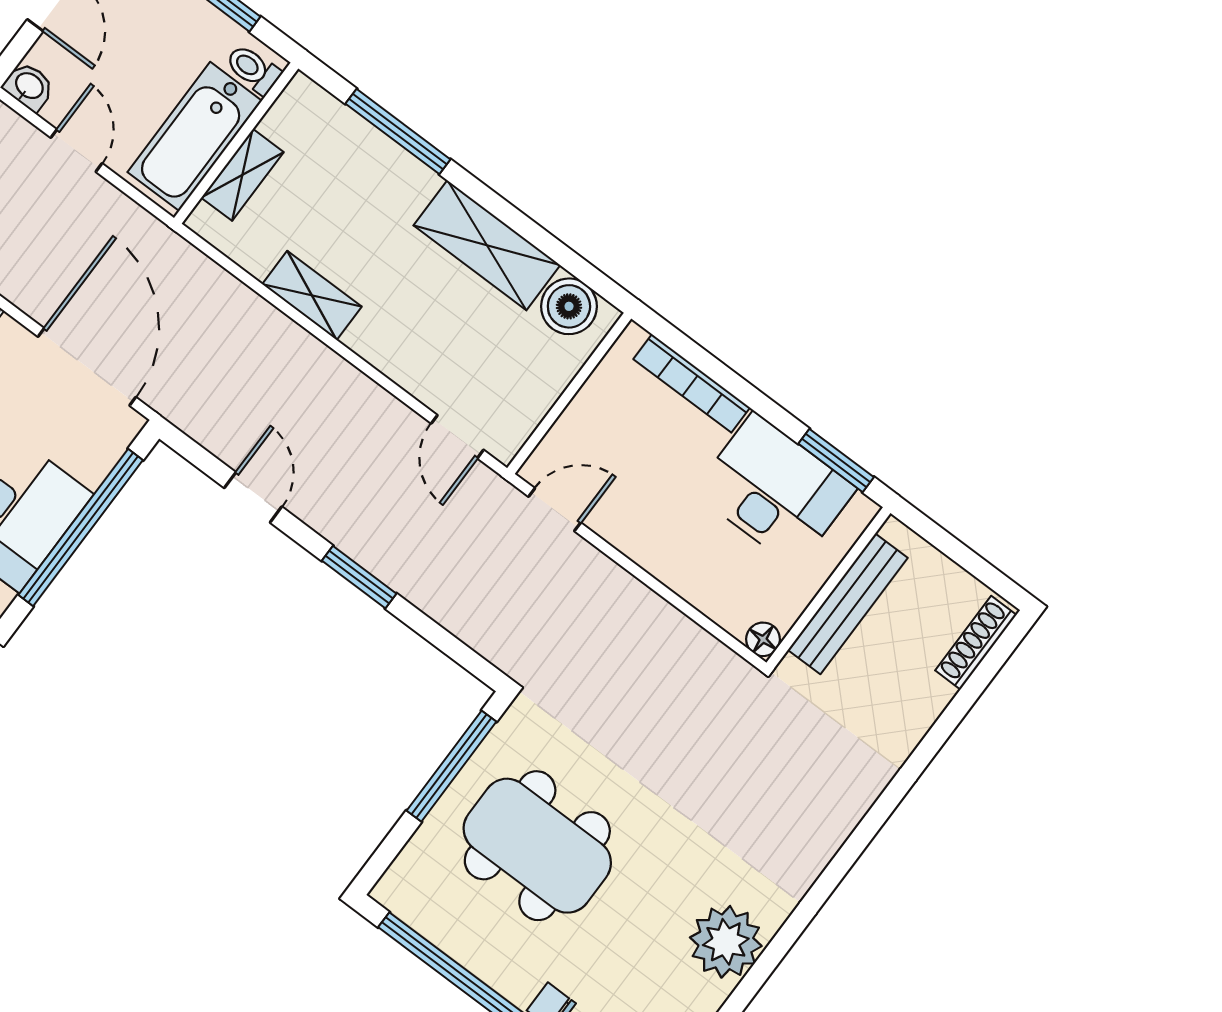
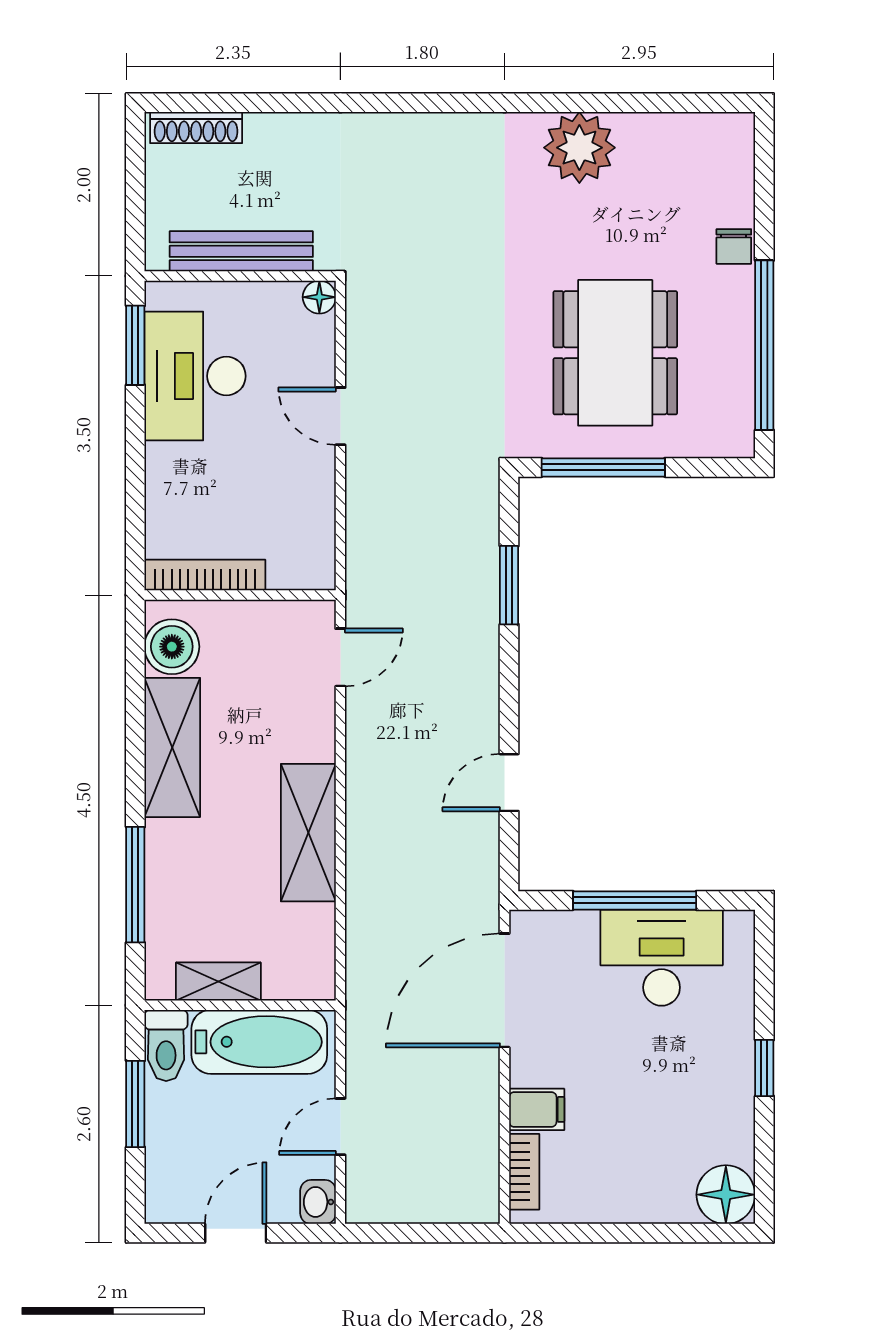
toilet: (253, 69) -> (166, 1045), width x1.37, depth x1.39
shelving: (242, 175) -> (218, 982), moved
shelving: (312, 295) -> (308, 833), width x1.50, depth x1.33
bookcase: (692, 383) -> (205, 575), moved, turned -90
door: (555, 510) -> (340, 416), moved
window: (81, 528) -> (635, 900), width x0.68
window: (359, 577) -> (509, 585), moved

